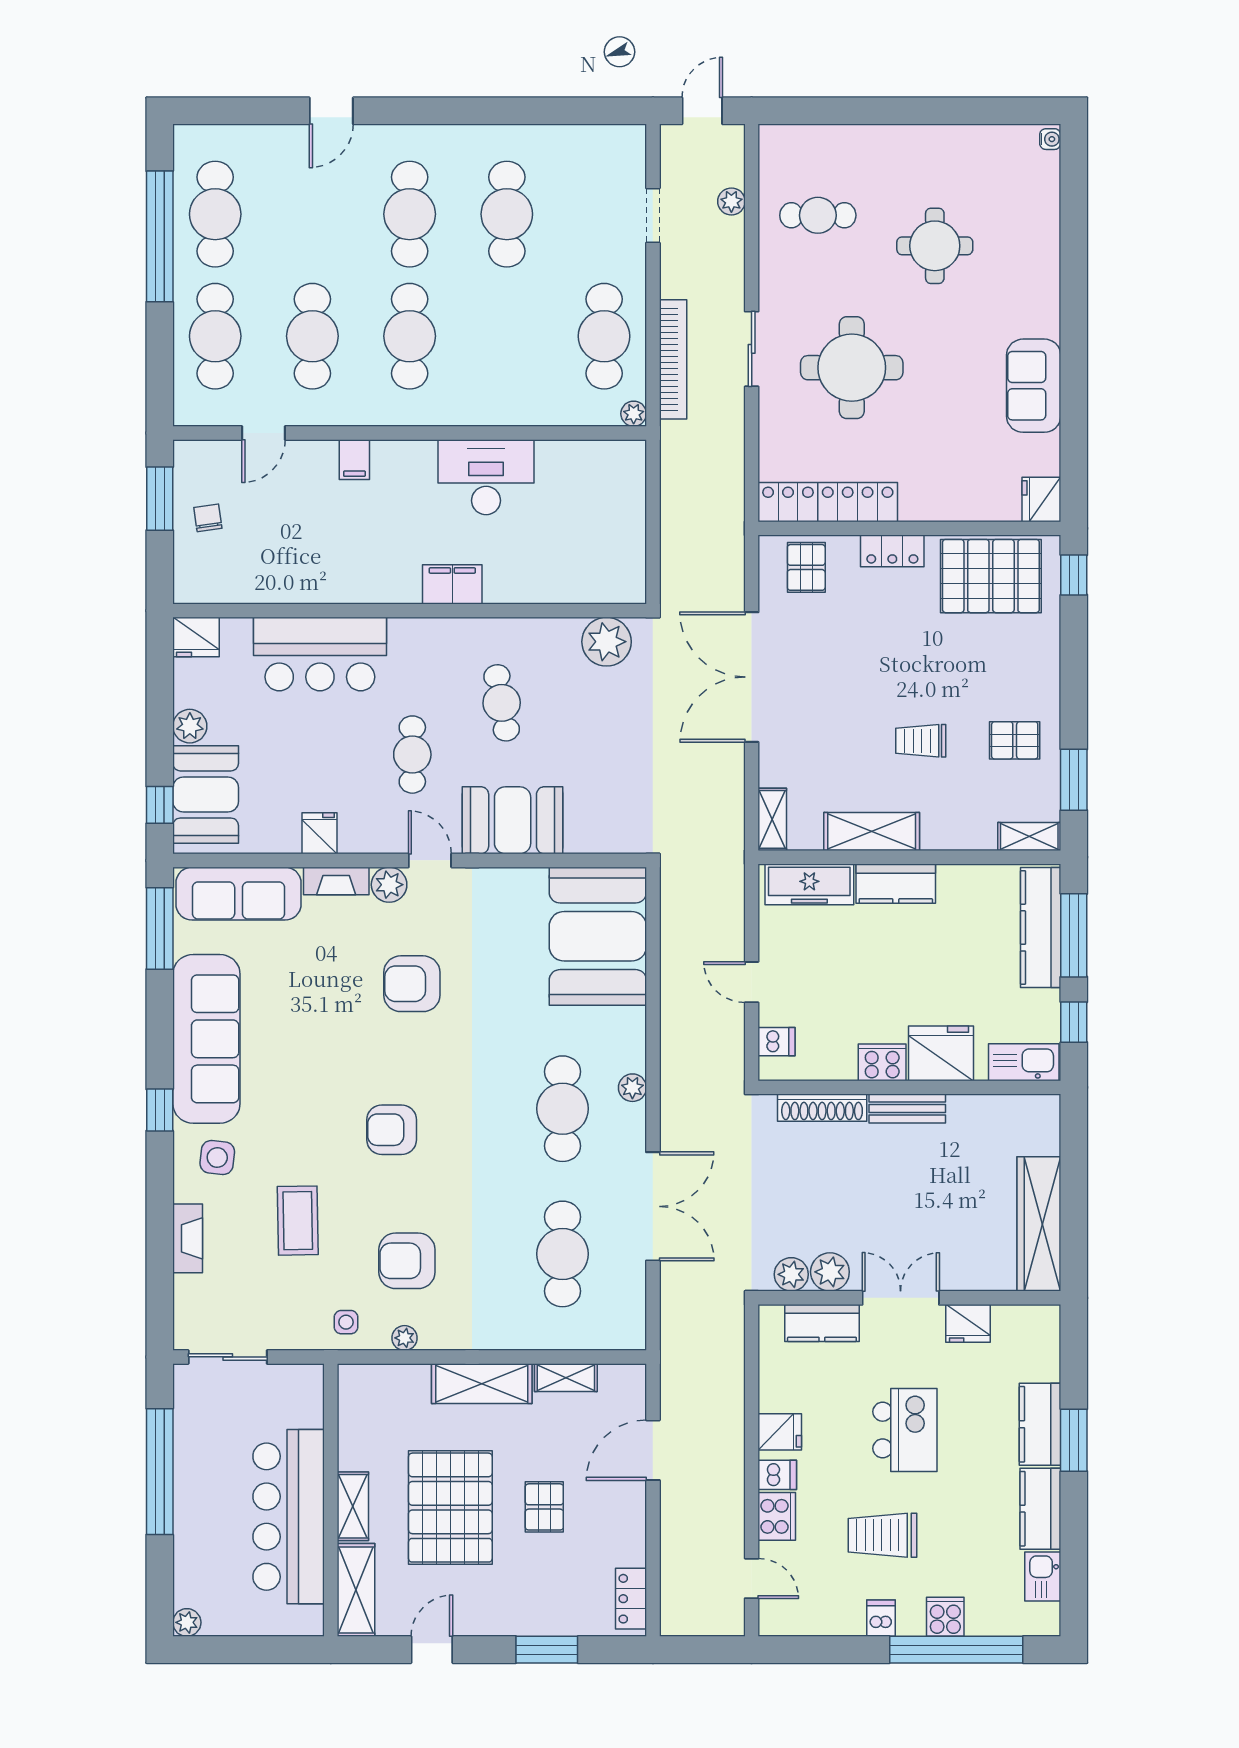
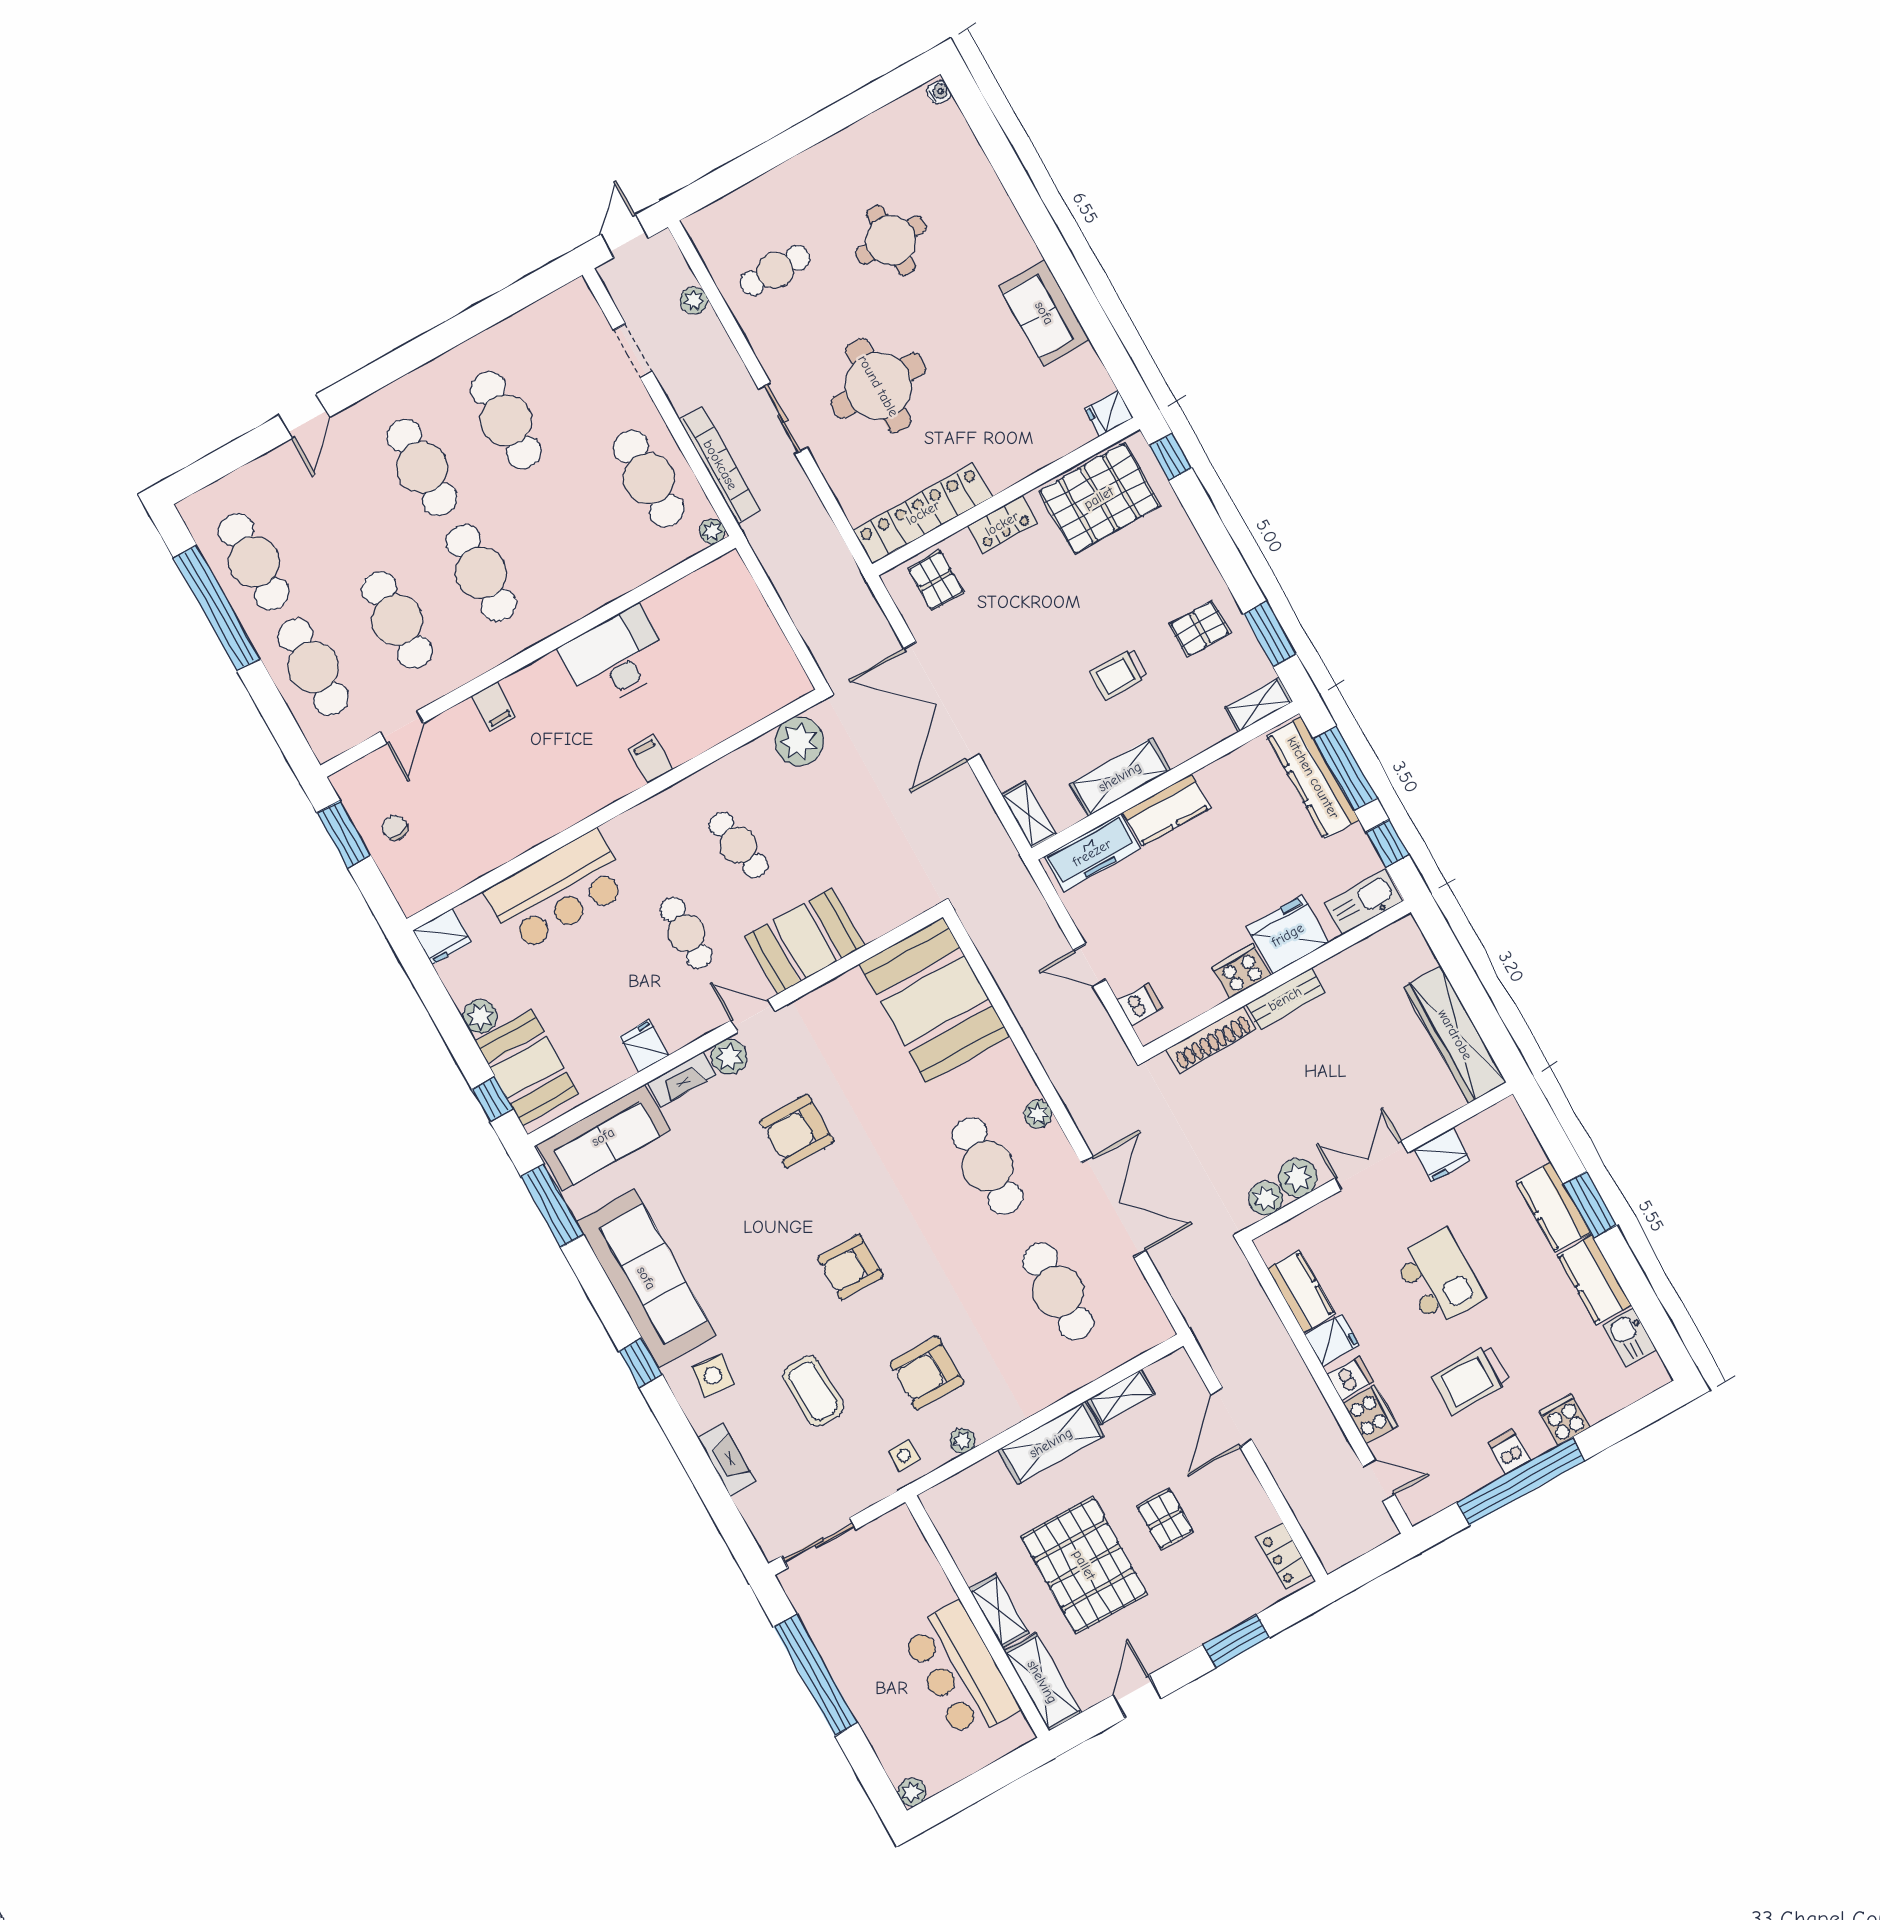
fridge: (1041, 499) -> (1109, 413), width x0.72
filing cabinet: (452, 584) -> (651, 759), width x0.50
kitchen counter: (822, 1323) -> (1301, 1291), moved, turned -90
bar counter: (289, 1517) -> (960, 1671), width x0.73
window: (956, 1650) -> (1521, 1481), moved

